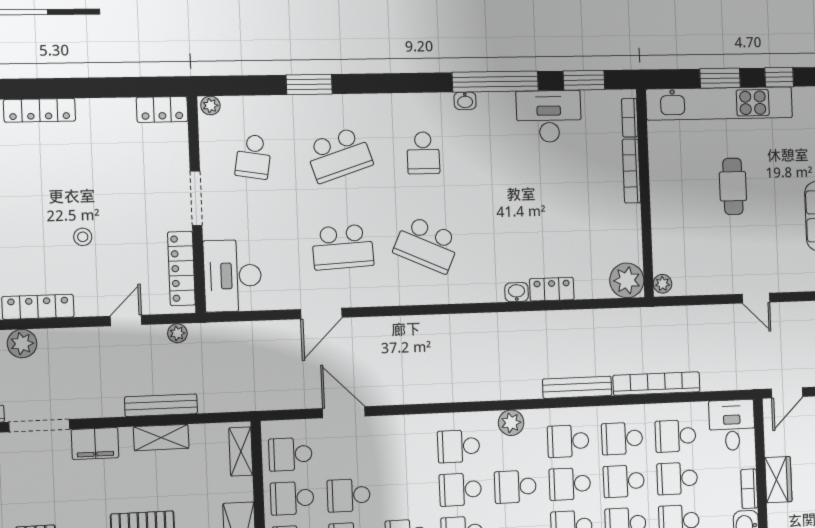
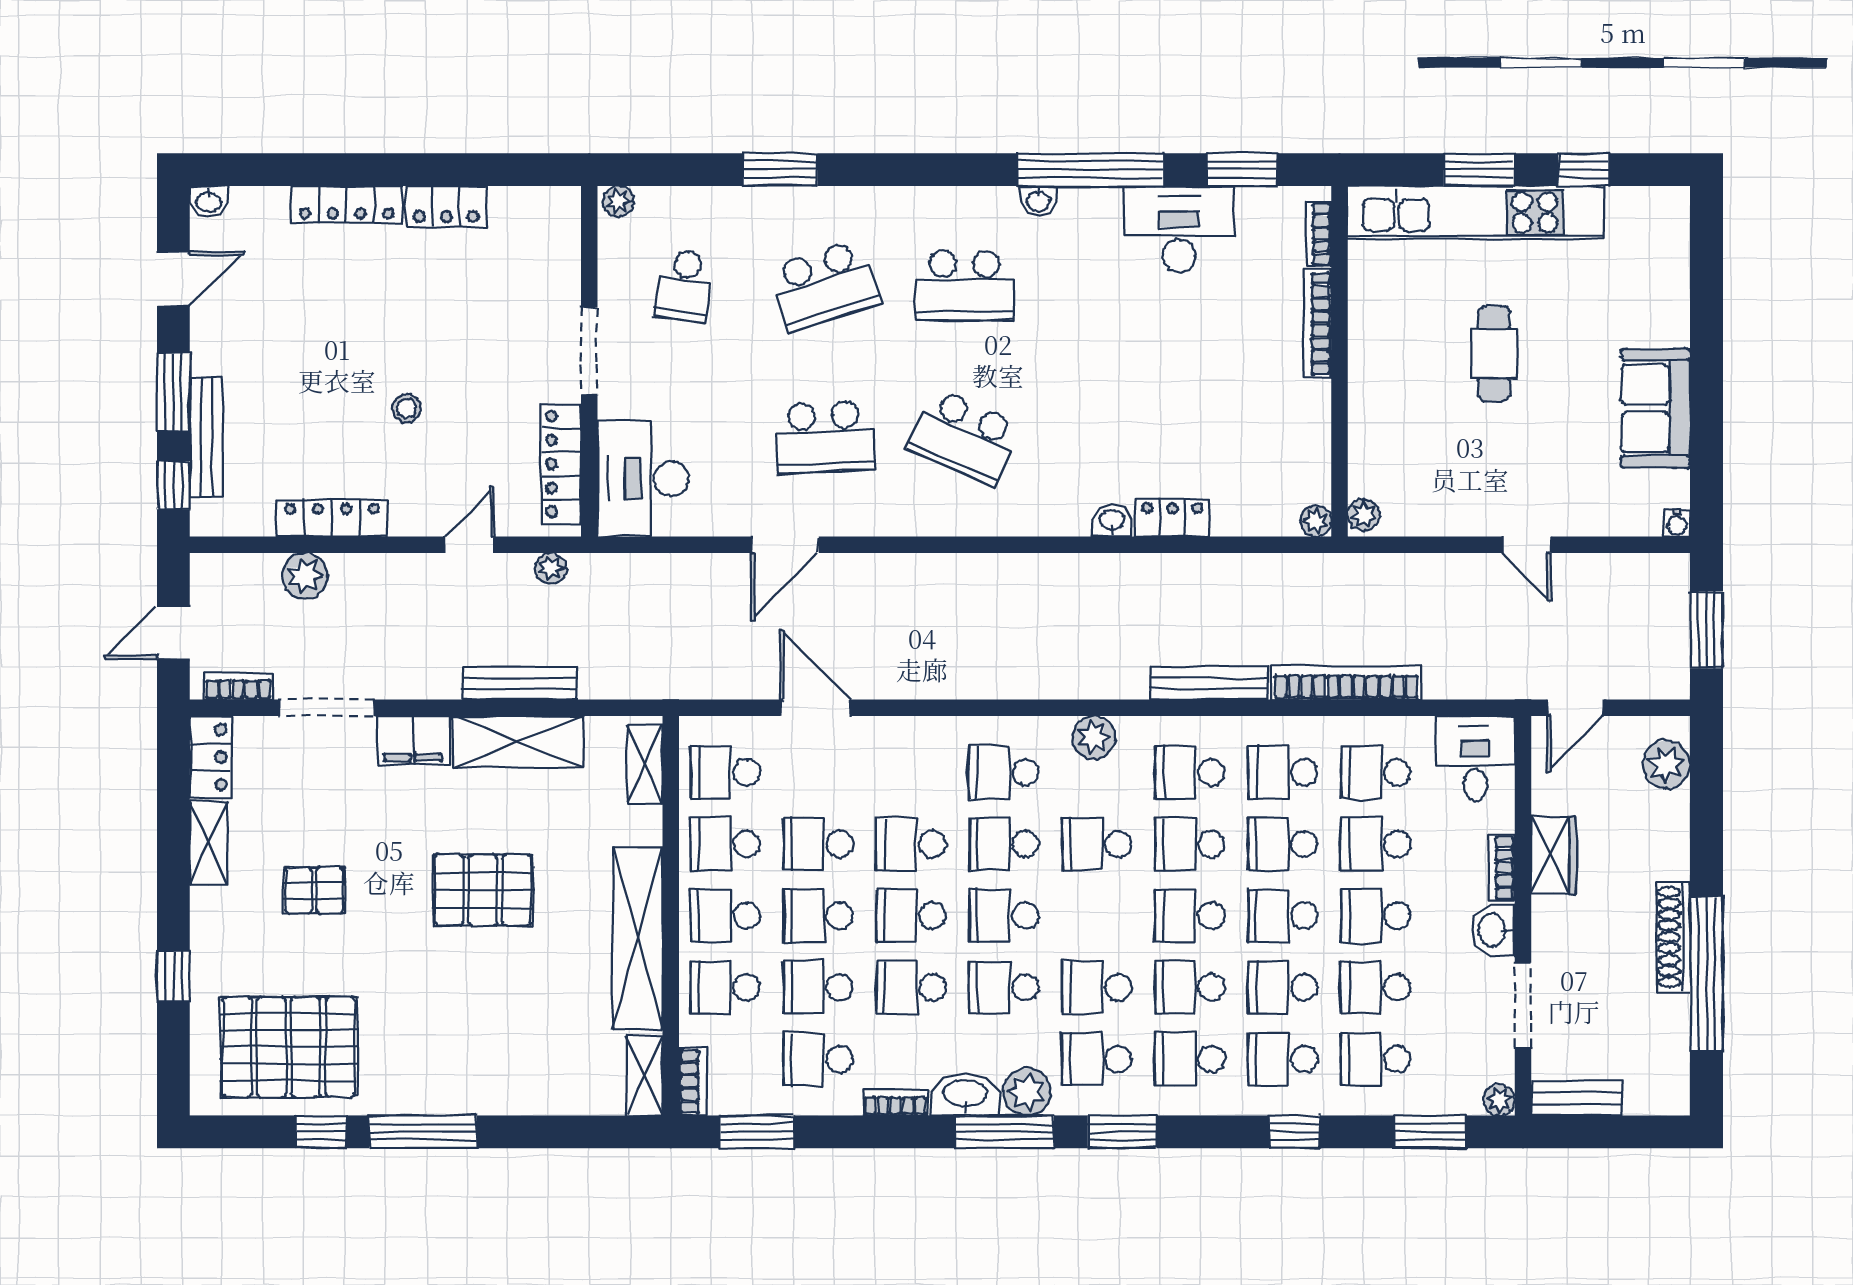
locker: (162, 109) -> (446, 206), moved
school desk: (423, 153) -> (964, 285), width x1.85
plant: (627, 280) -> (1316, 521), width x0.53, depth x0.53
shelving: (161, 438) -> (518, 742), width x1.50, depth x1.33
school desk: (405, 492) -> (911, 844), added

